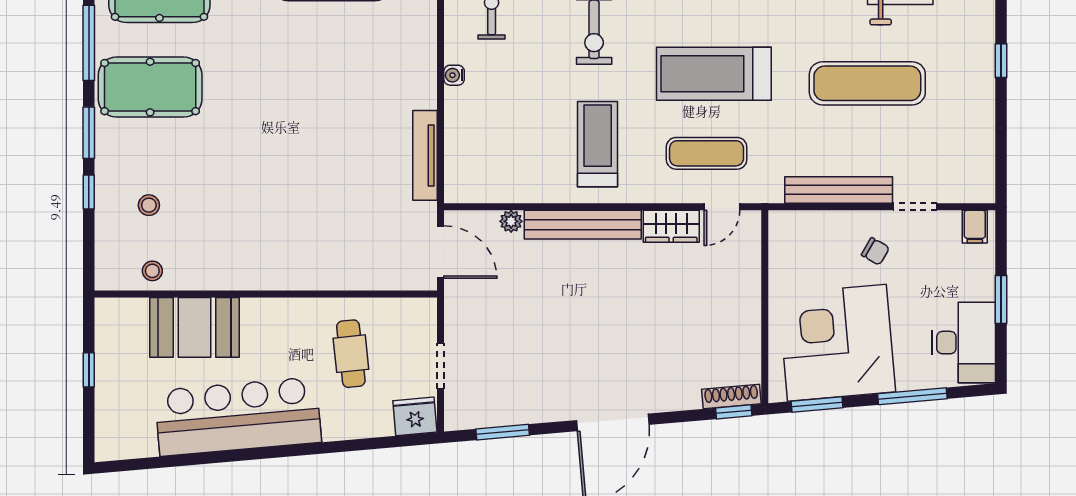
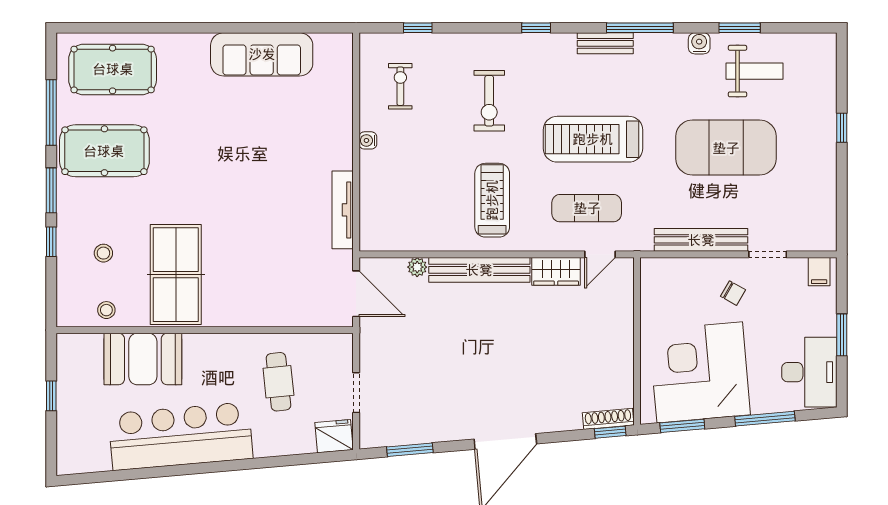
exercise mat: (867, 83) -> (726, 148), width x1.47
table tennis table: (232, 230) -> (176, 275), added

